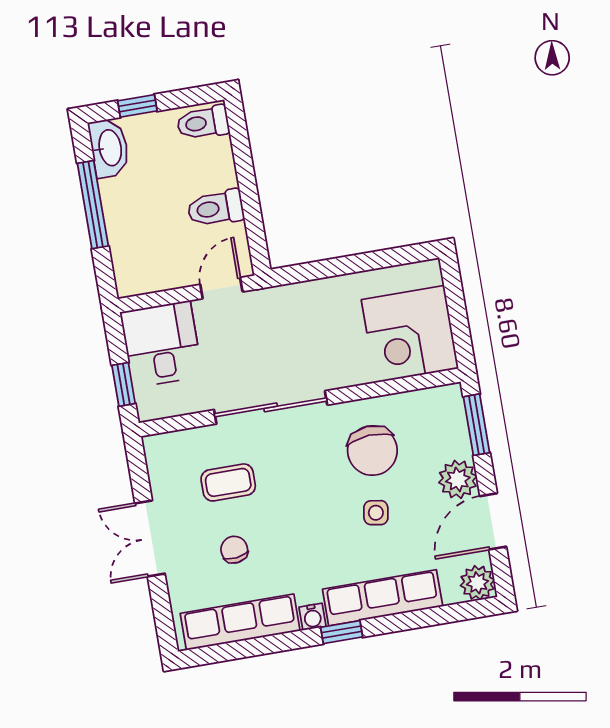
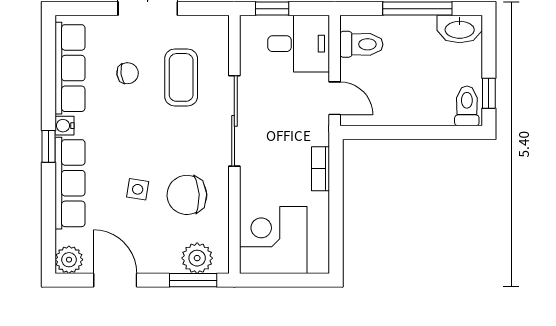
window: (137, 106) -> (489, 93), moved
toilet: (216, 208) -> (361, 44), moved, turned 90
bookcase: (312, 291) -> (320, 169), added
plant: (458, 479) -> (197, 258), moved
coffee table: (228, 482) -> (181, 77), width x1.36, depth x1.30

